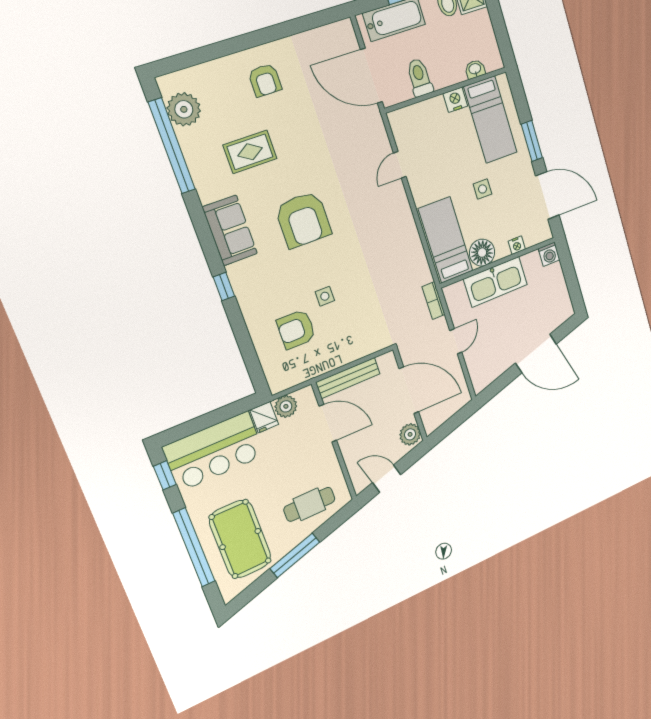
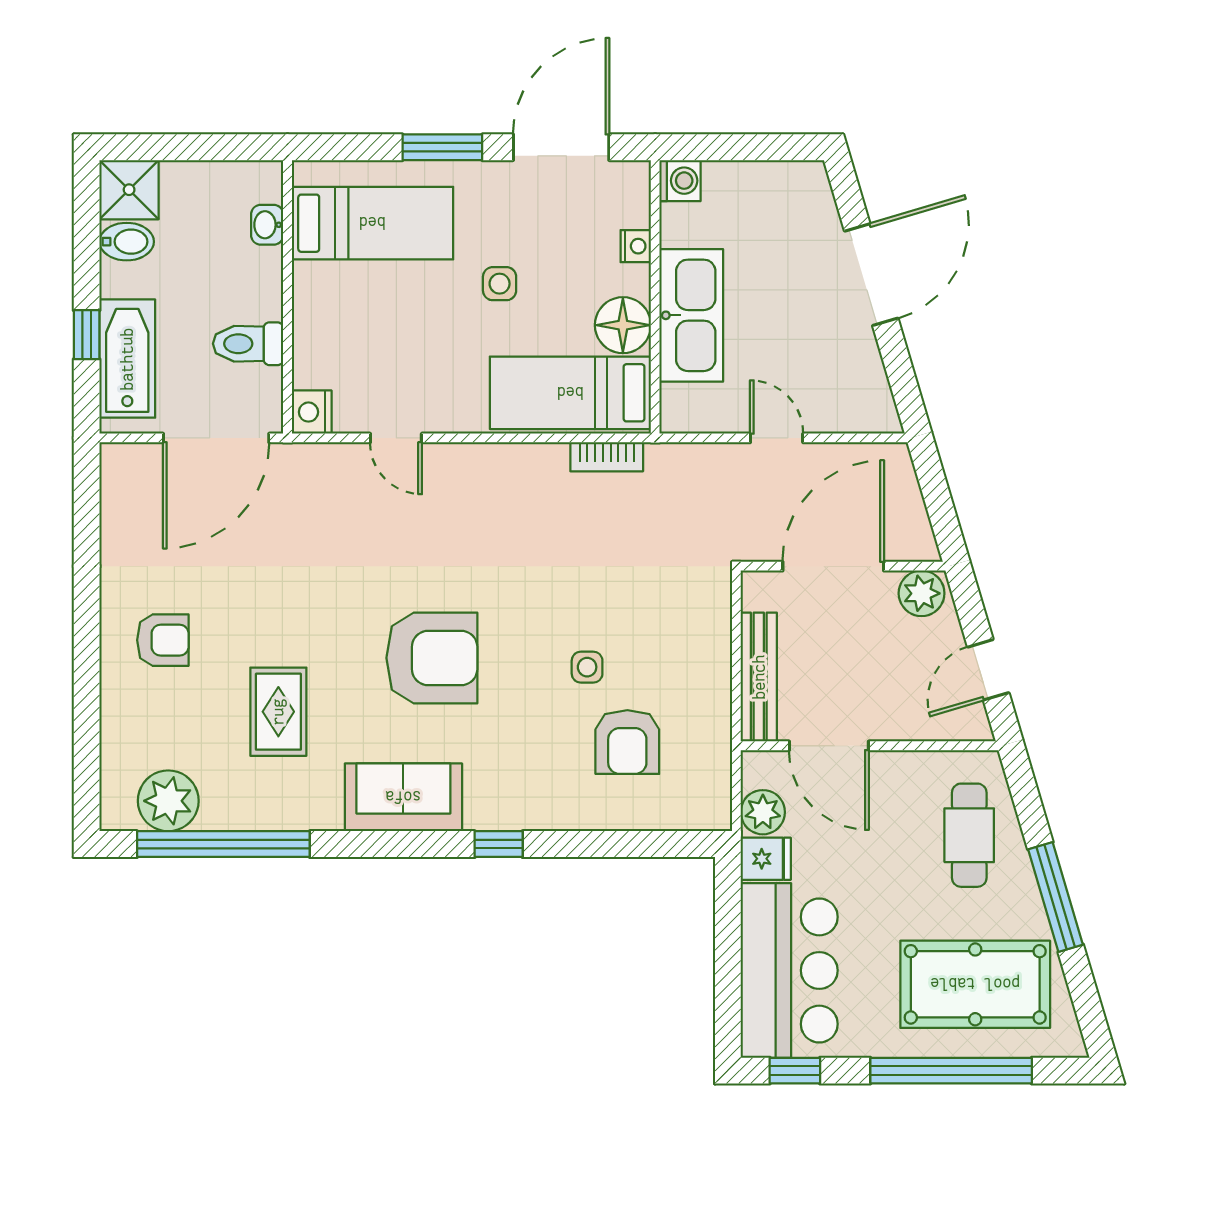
nightstand: (455, 100) -> (312, 412), moved
bookcase: (434, 301) -> (607, 457), moved
door: (328, 423) -> (829, 746), swing flipped

